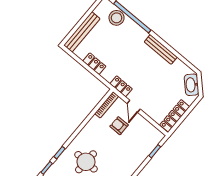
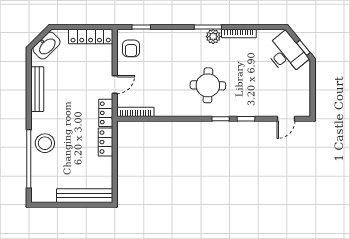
stool: (117, 18) -> (45, 143), moved
bench: (161, 49) -> (37, 89), moved
locker: (94, 64) -> (106, 142), moved
armchair: (119, 126) -> (131, 48), moved

